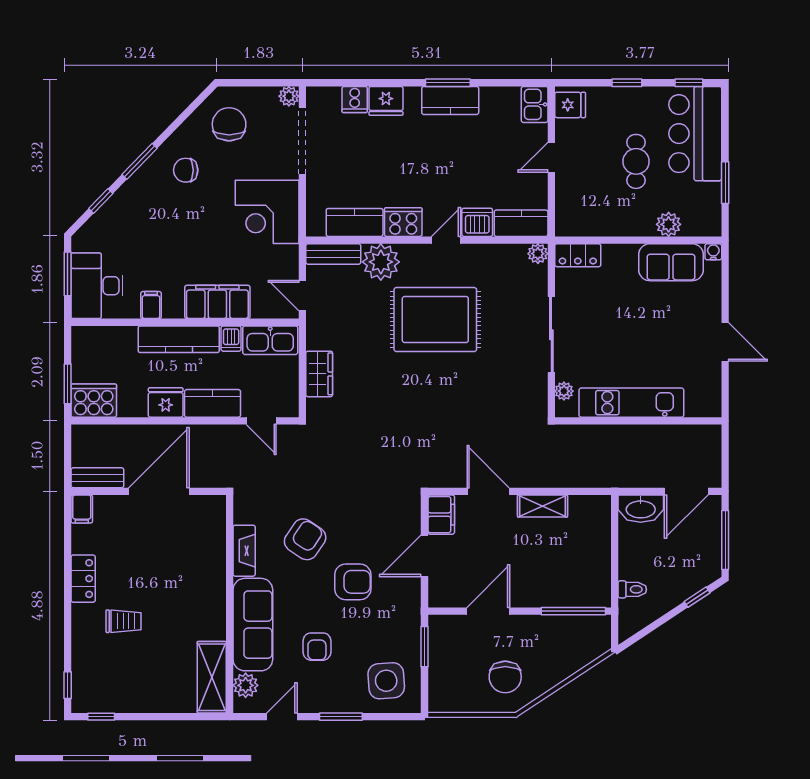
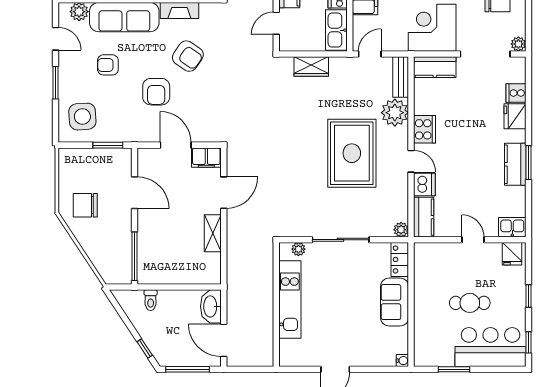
kitchen counter: (355, 222) -> (435, 67), moved, turned 90
plant: (669, 224) -> (423, 327), removed
sofa: (671, 262) -> (395, 302), moved

